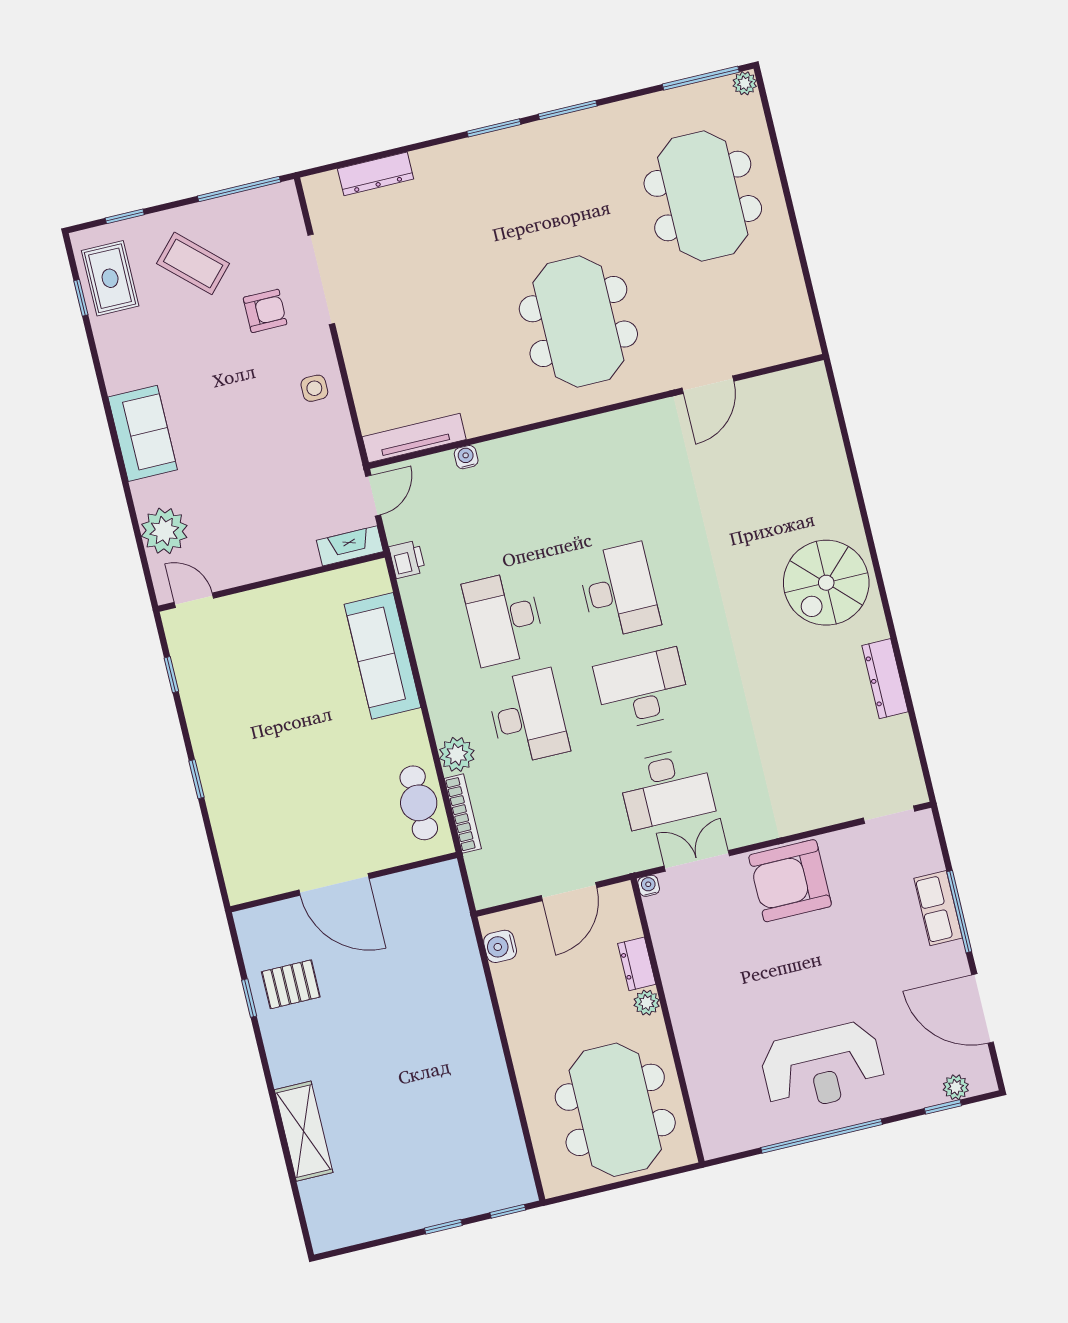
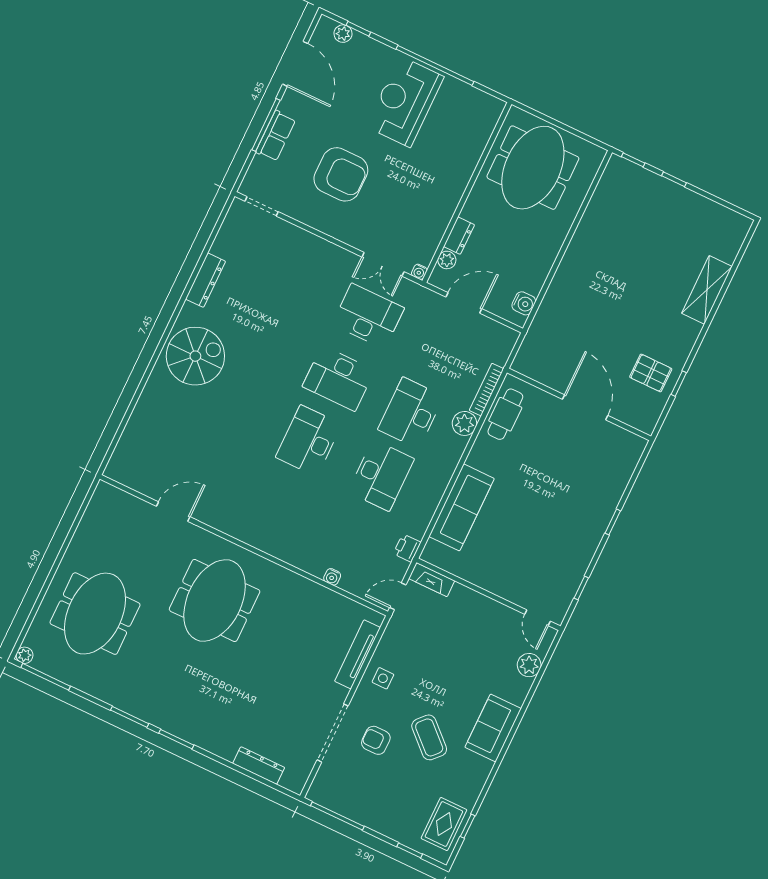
coffee table: (193, 263) -> (429, 737), moved
tv unit: (414, 438) -> (358, 654), moved, turned 90
plant: (164, 531) -> (529, 665), width x0.73, depth x0.73
armchair: (790, 881) -> (341, 174), moved
plant: (647, 1003) -> (447, 260), moved
reception desk: (822, 1067) -> (405, 102), turned -90

